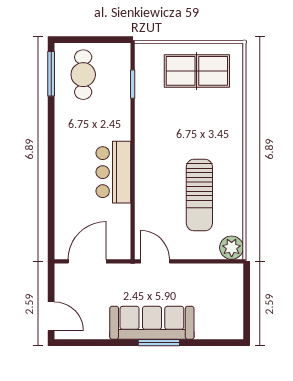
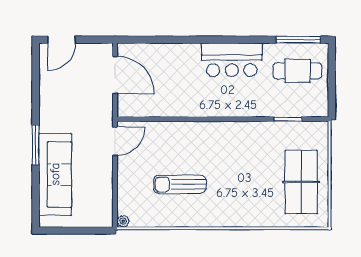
bar counter: (113, 172) -> (232, 60), moved, turned 180
sun lounger: (199, 195) -> (180, 184), width x0.73, depth x0.75
plant: (232, 248) -> (123, 221), width x0.53, depth x0.53
sofa: (152, 323) -> (55, 174), moved

